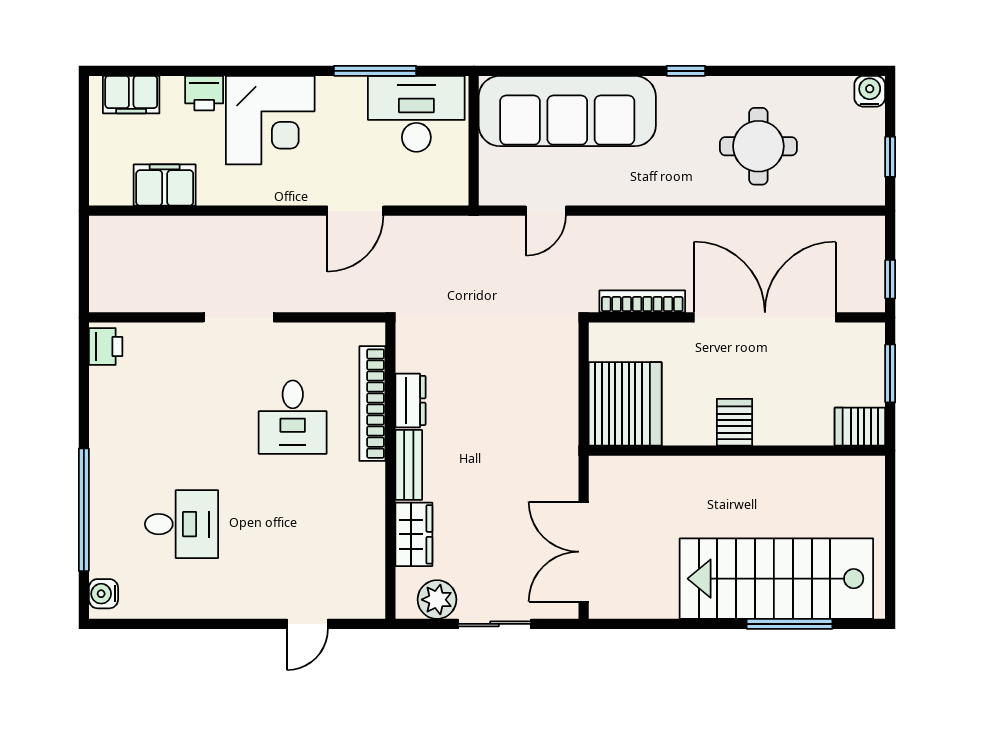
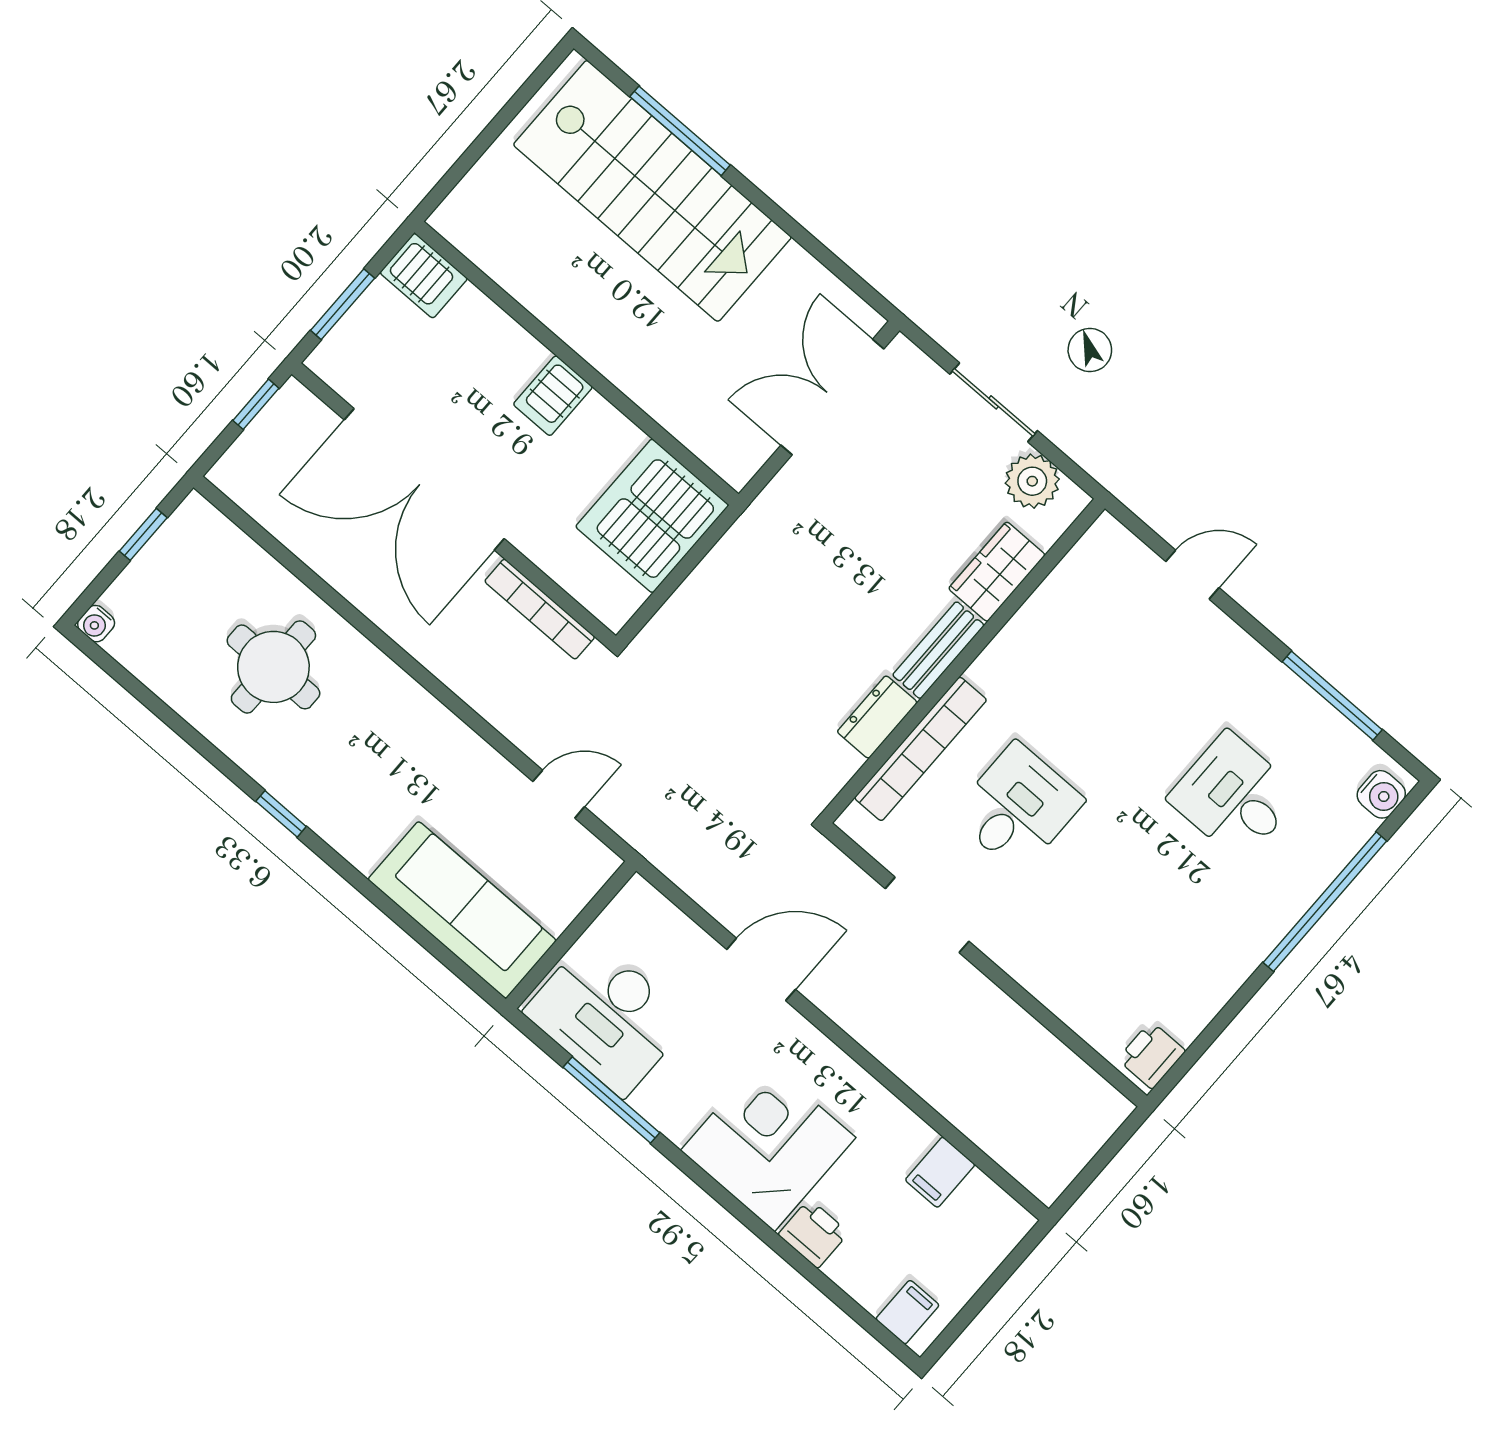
water cooler: (870, 91) -> (96, 624), width x0.72, depth x0.72
filing cabinet: (131, 95) -> (907, 1312), width x0.50
sofa: (567, 111) -> (462, 910), width x0.74, depth x0.79
filing cabinet: (165, 185) -> (940, 1172), width x0.50
doorway: (239, 317) -> (927, 915), moved
double door: (584, 552) -> (832, 397), swing flipped
window: (176, 624) -> (1332, 696), added

